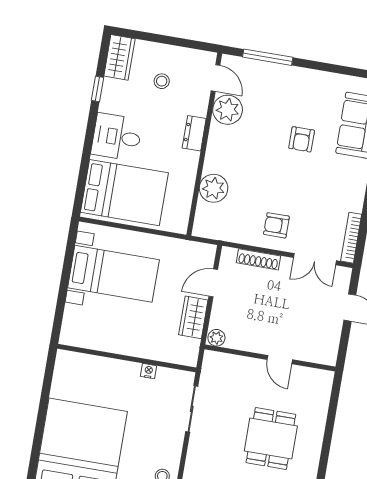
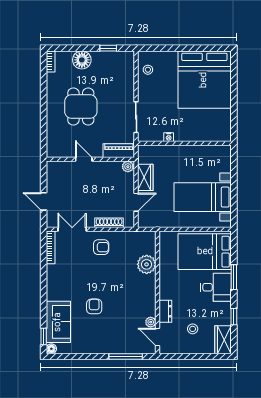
plant: (228, 110) -> (151, 322), width x0.53, depth x0.53
dresser: (194, 133) -> (165, 311), moved
window: (88, 147) -> (234, 277), added
piano: (226, 363) -> (119, 151), added

